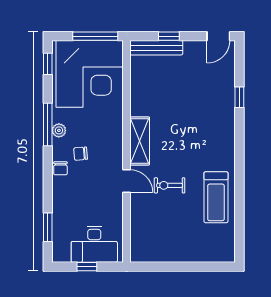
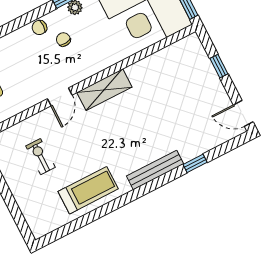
bench: (156, 48) -> (155, 170), moved, turned 90
exercise bike: (170, 185) -> (40, 157), moved
treadmill: (216, 197) -> (88, 190), turned 180

